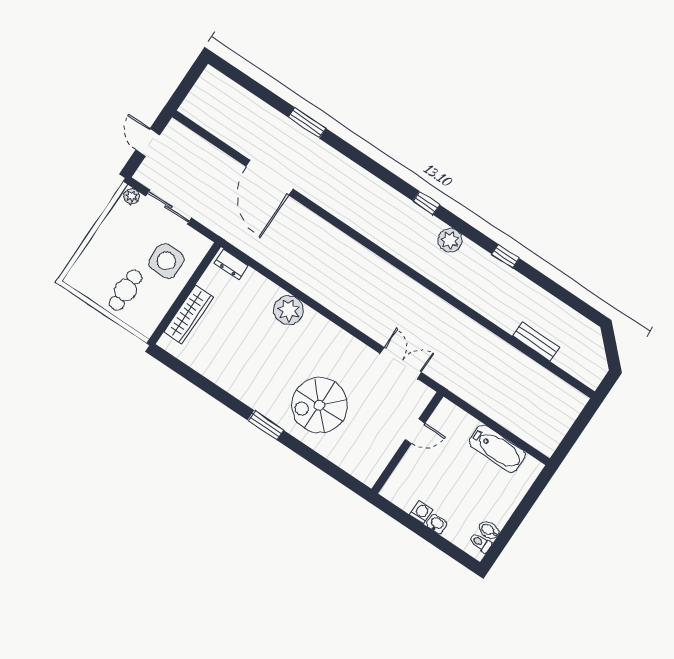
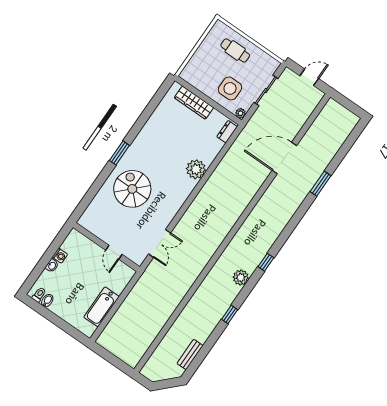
plant: (132, 196) -> (241, 113), moved
cafe table: (126, 290) -> (235, 50), moved
bench: (536, 342) -> (190, 354), moved

